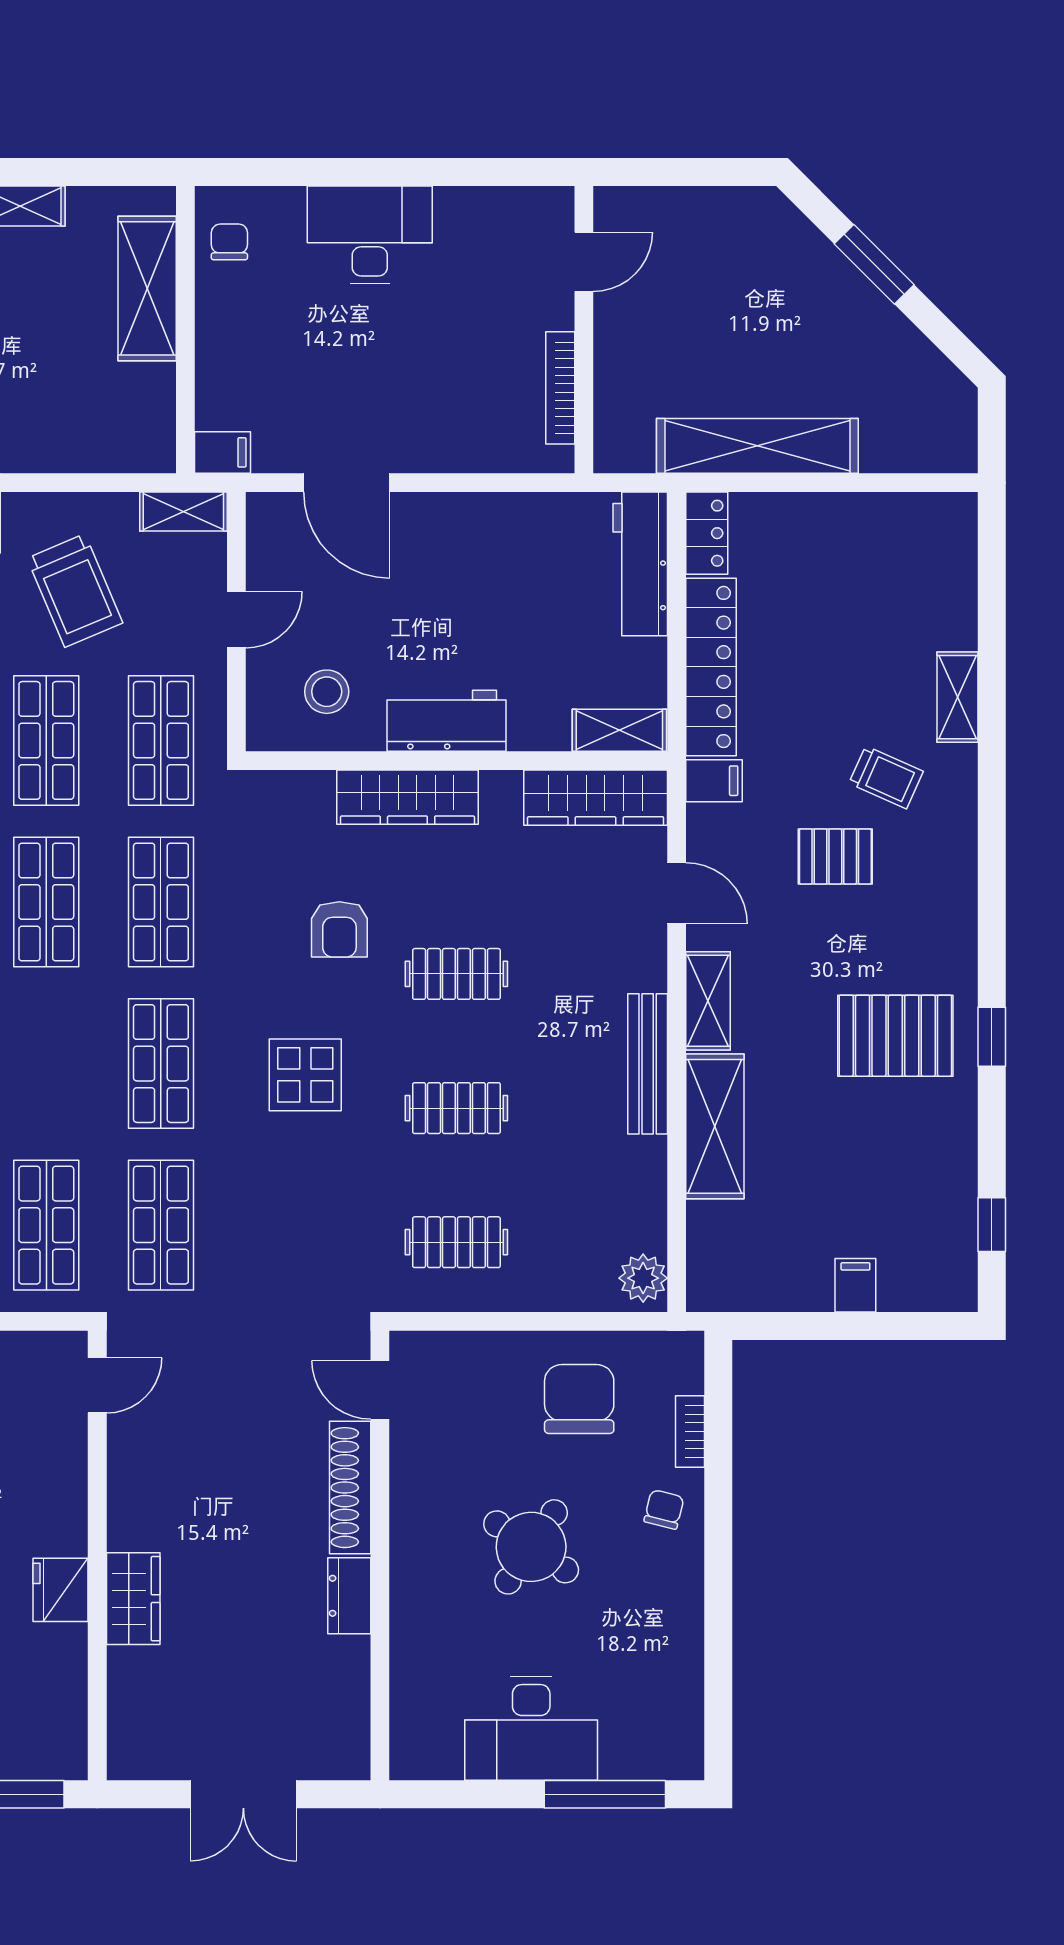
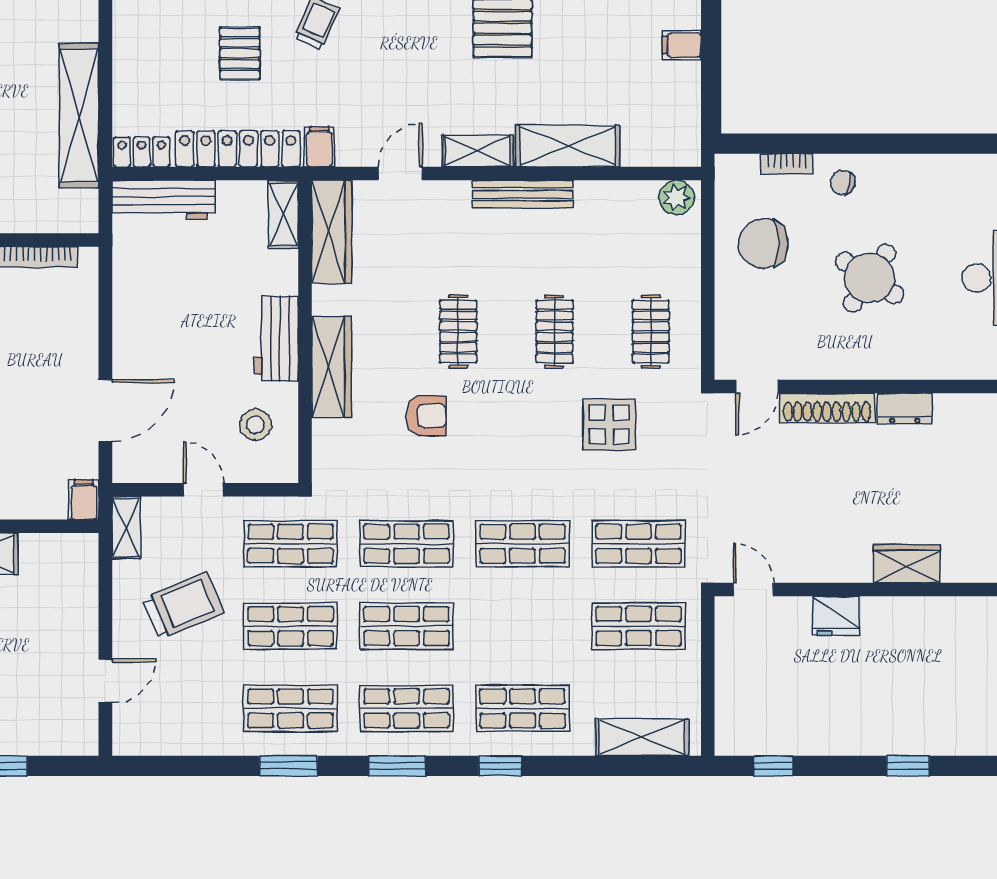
pallet: (835, 856) -> (240, 54), moved
display table: (305, 1075) -> (609, 424), moved
fridge: (61, 1590) -> (836, 616), moved

